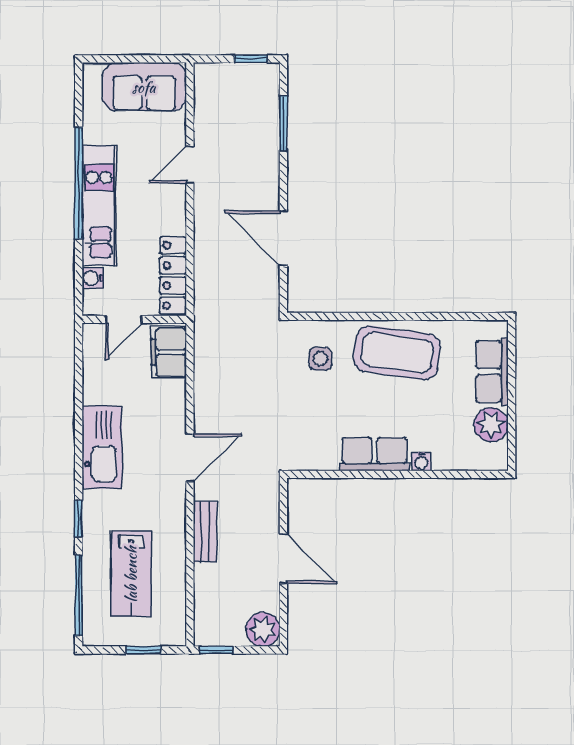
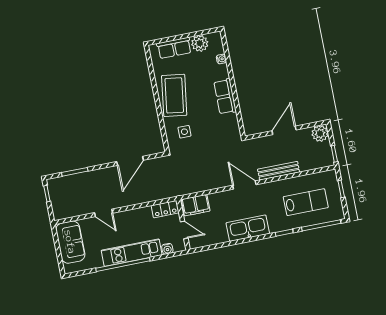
locker: (173, 276) -> (165, 209), width x0.66
water cooler: (421, 462) -> (221, 59), moved
bench: (205, 532) -> (279, 171), width x1.36

